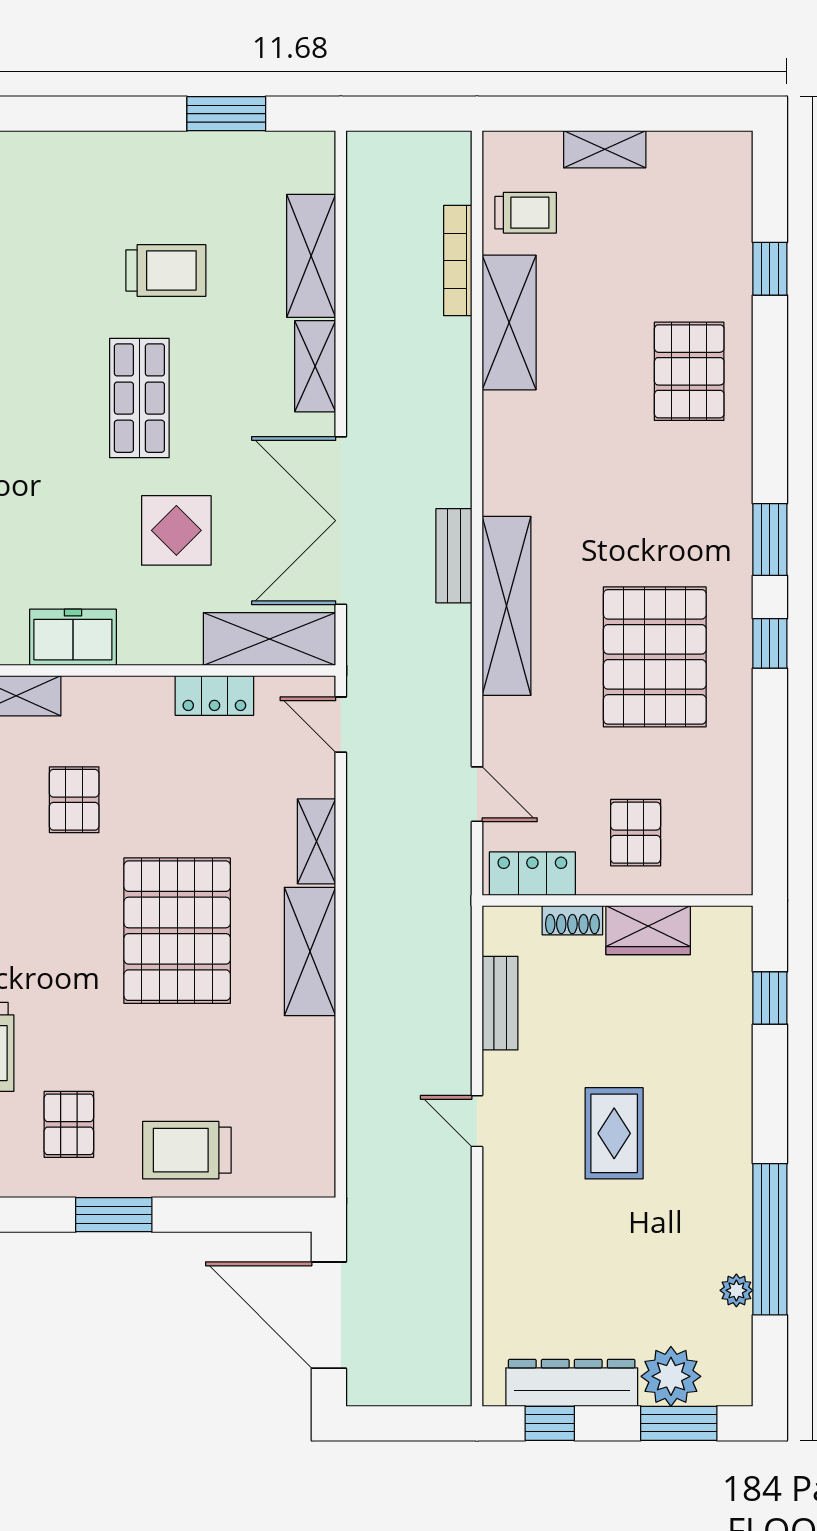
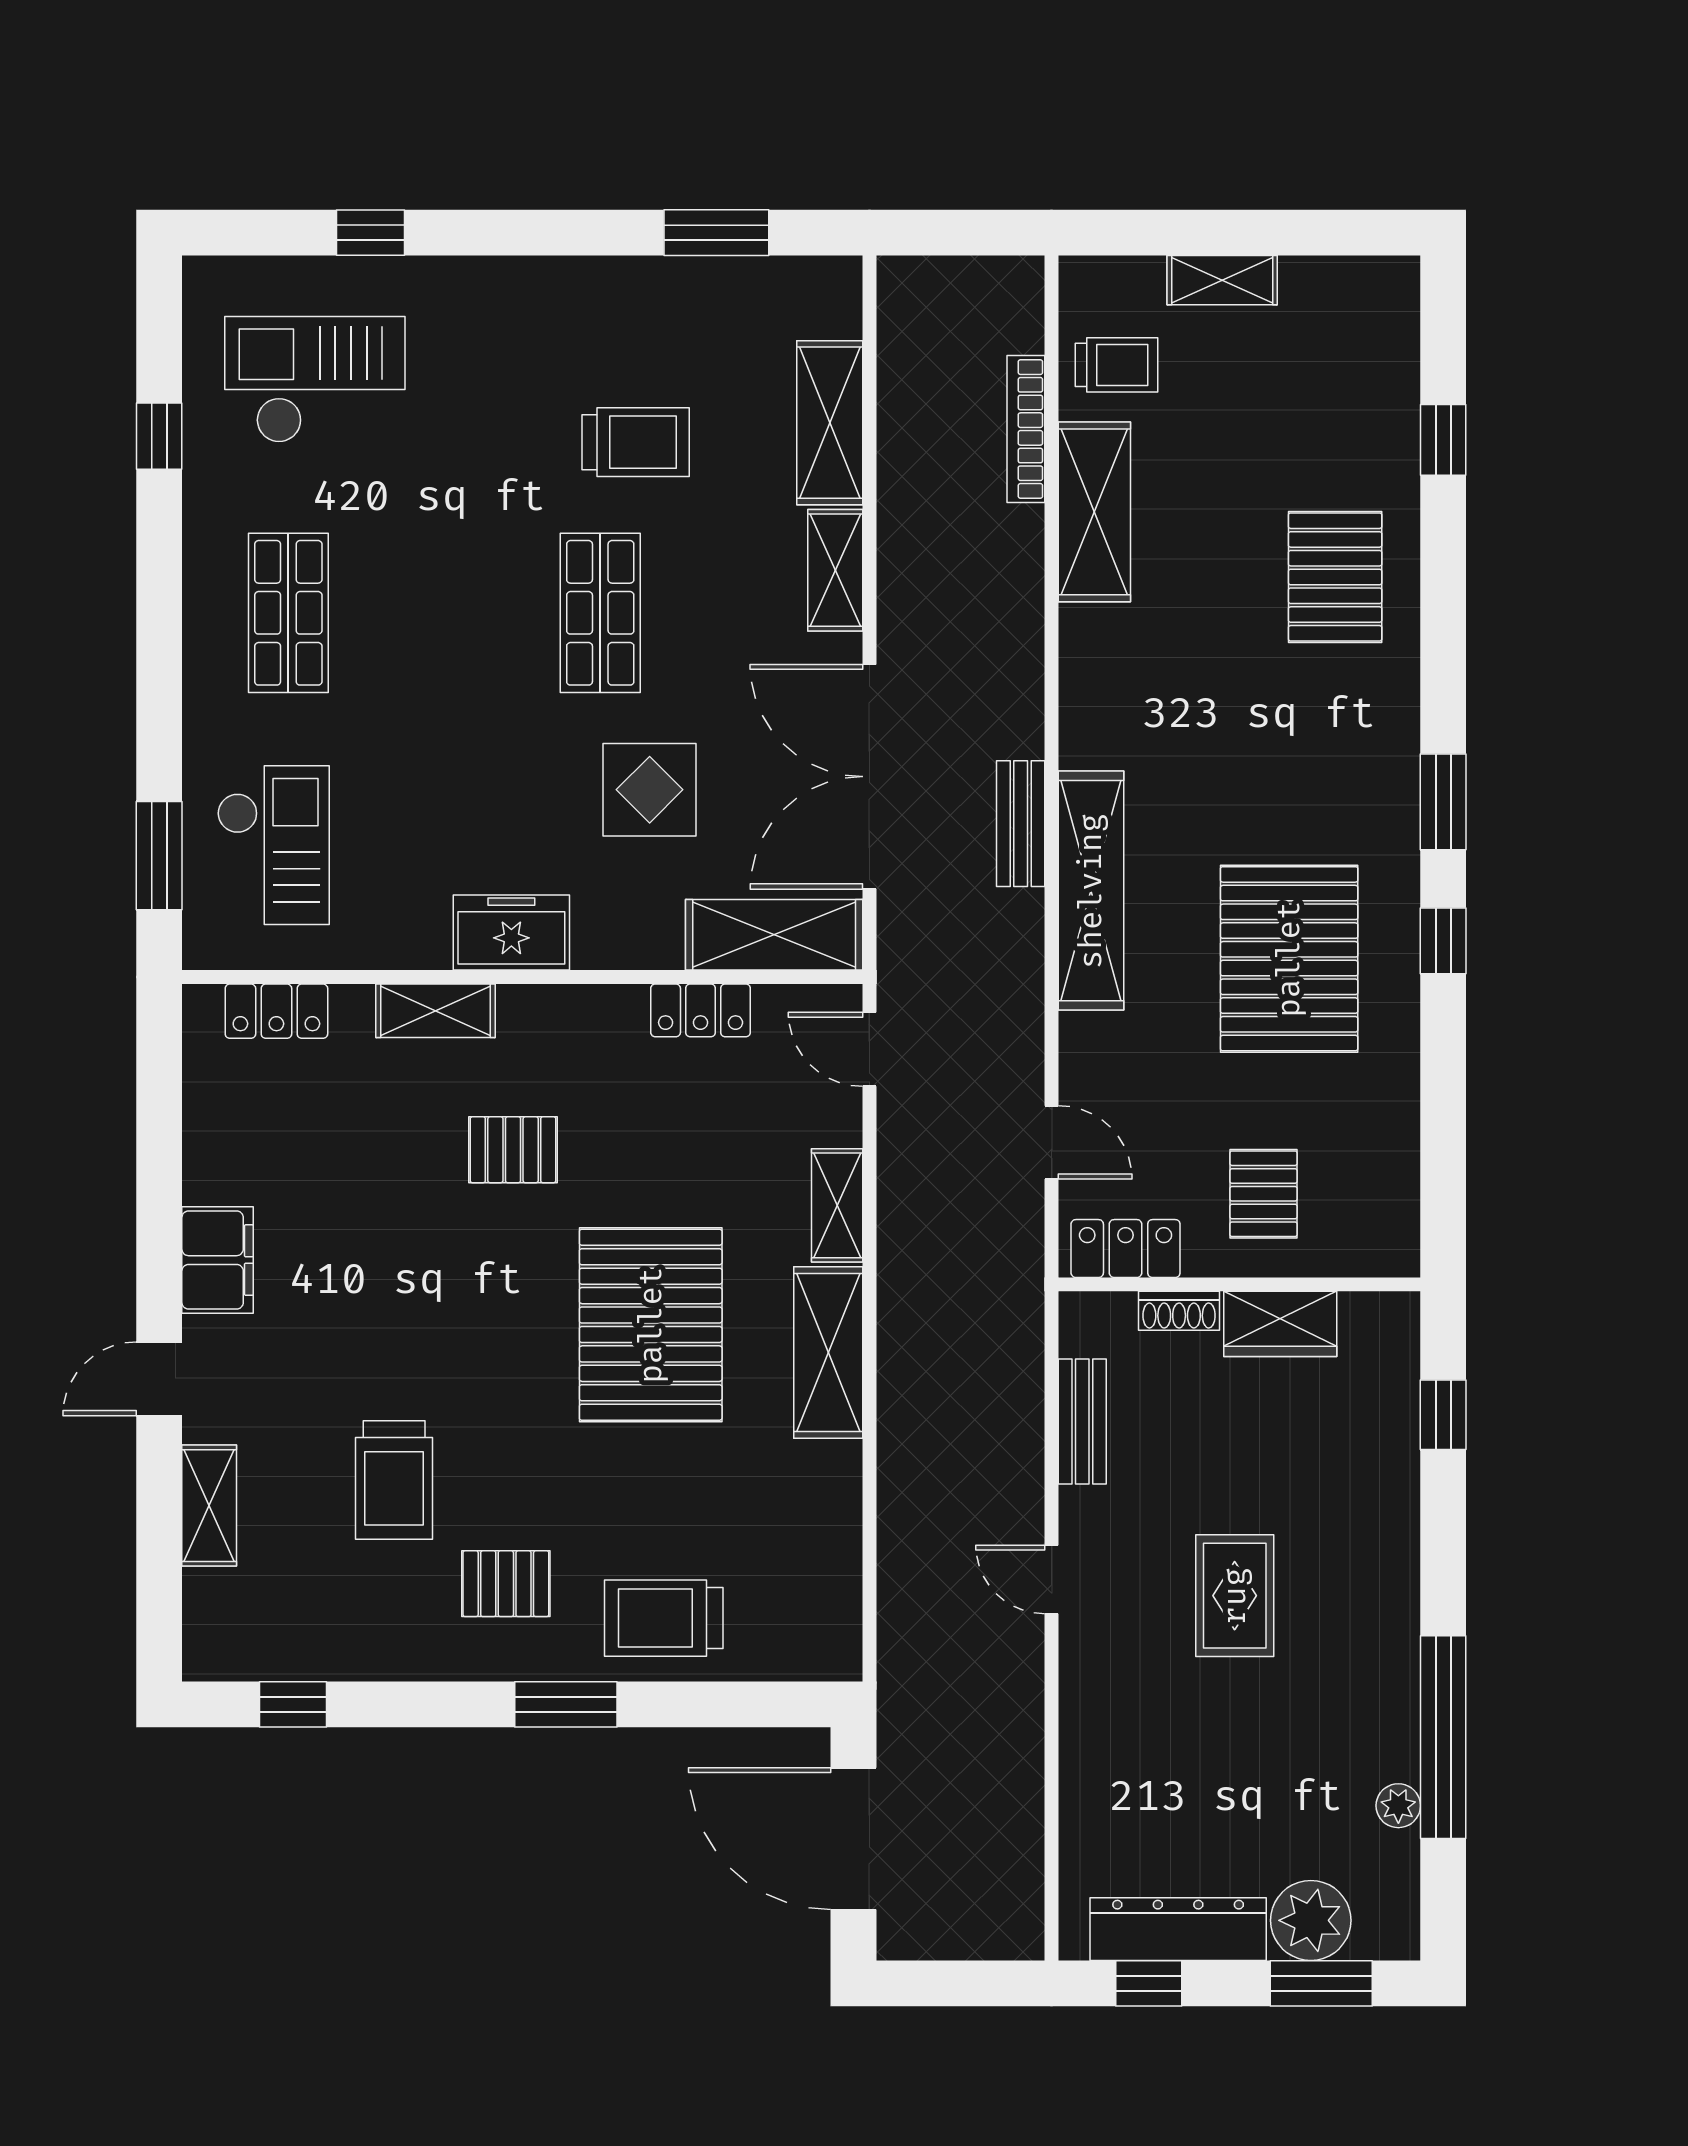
pallet: (74, 800) -> (513, 1150), turned 90
pallet: (69, 1124) -> (506, 1584), turned 90

